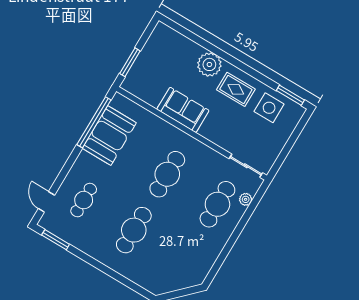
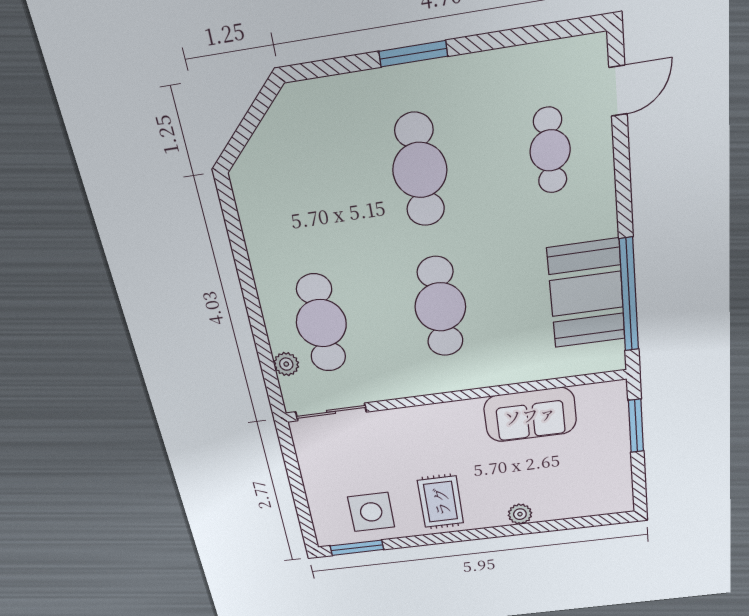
plant: (209, 64) -> (520, 514), width x0.53, depth x0.53
rug: (236, 89) -> (441, 502), turned 90
sofa: (183, 110) -> (530, 415), moved
door: (46, 202) -> (618, 91), hinge flipped
window: (56, 240) -> (413, 54), moved

